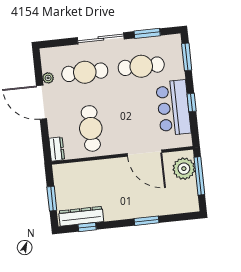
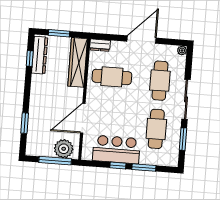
window: (187, 57) -> (144, 168), moved
plant: (48, 78) -> (182, 50), moved
wardrobe: (81, 171) -> (78, 62), added
window: (146, 221) -> (25, 123), moved

